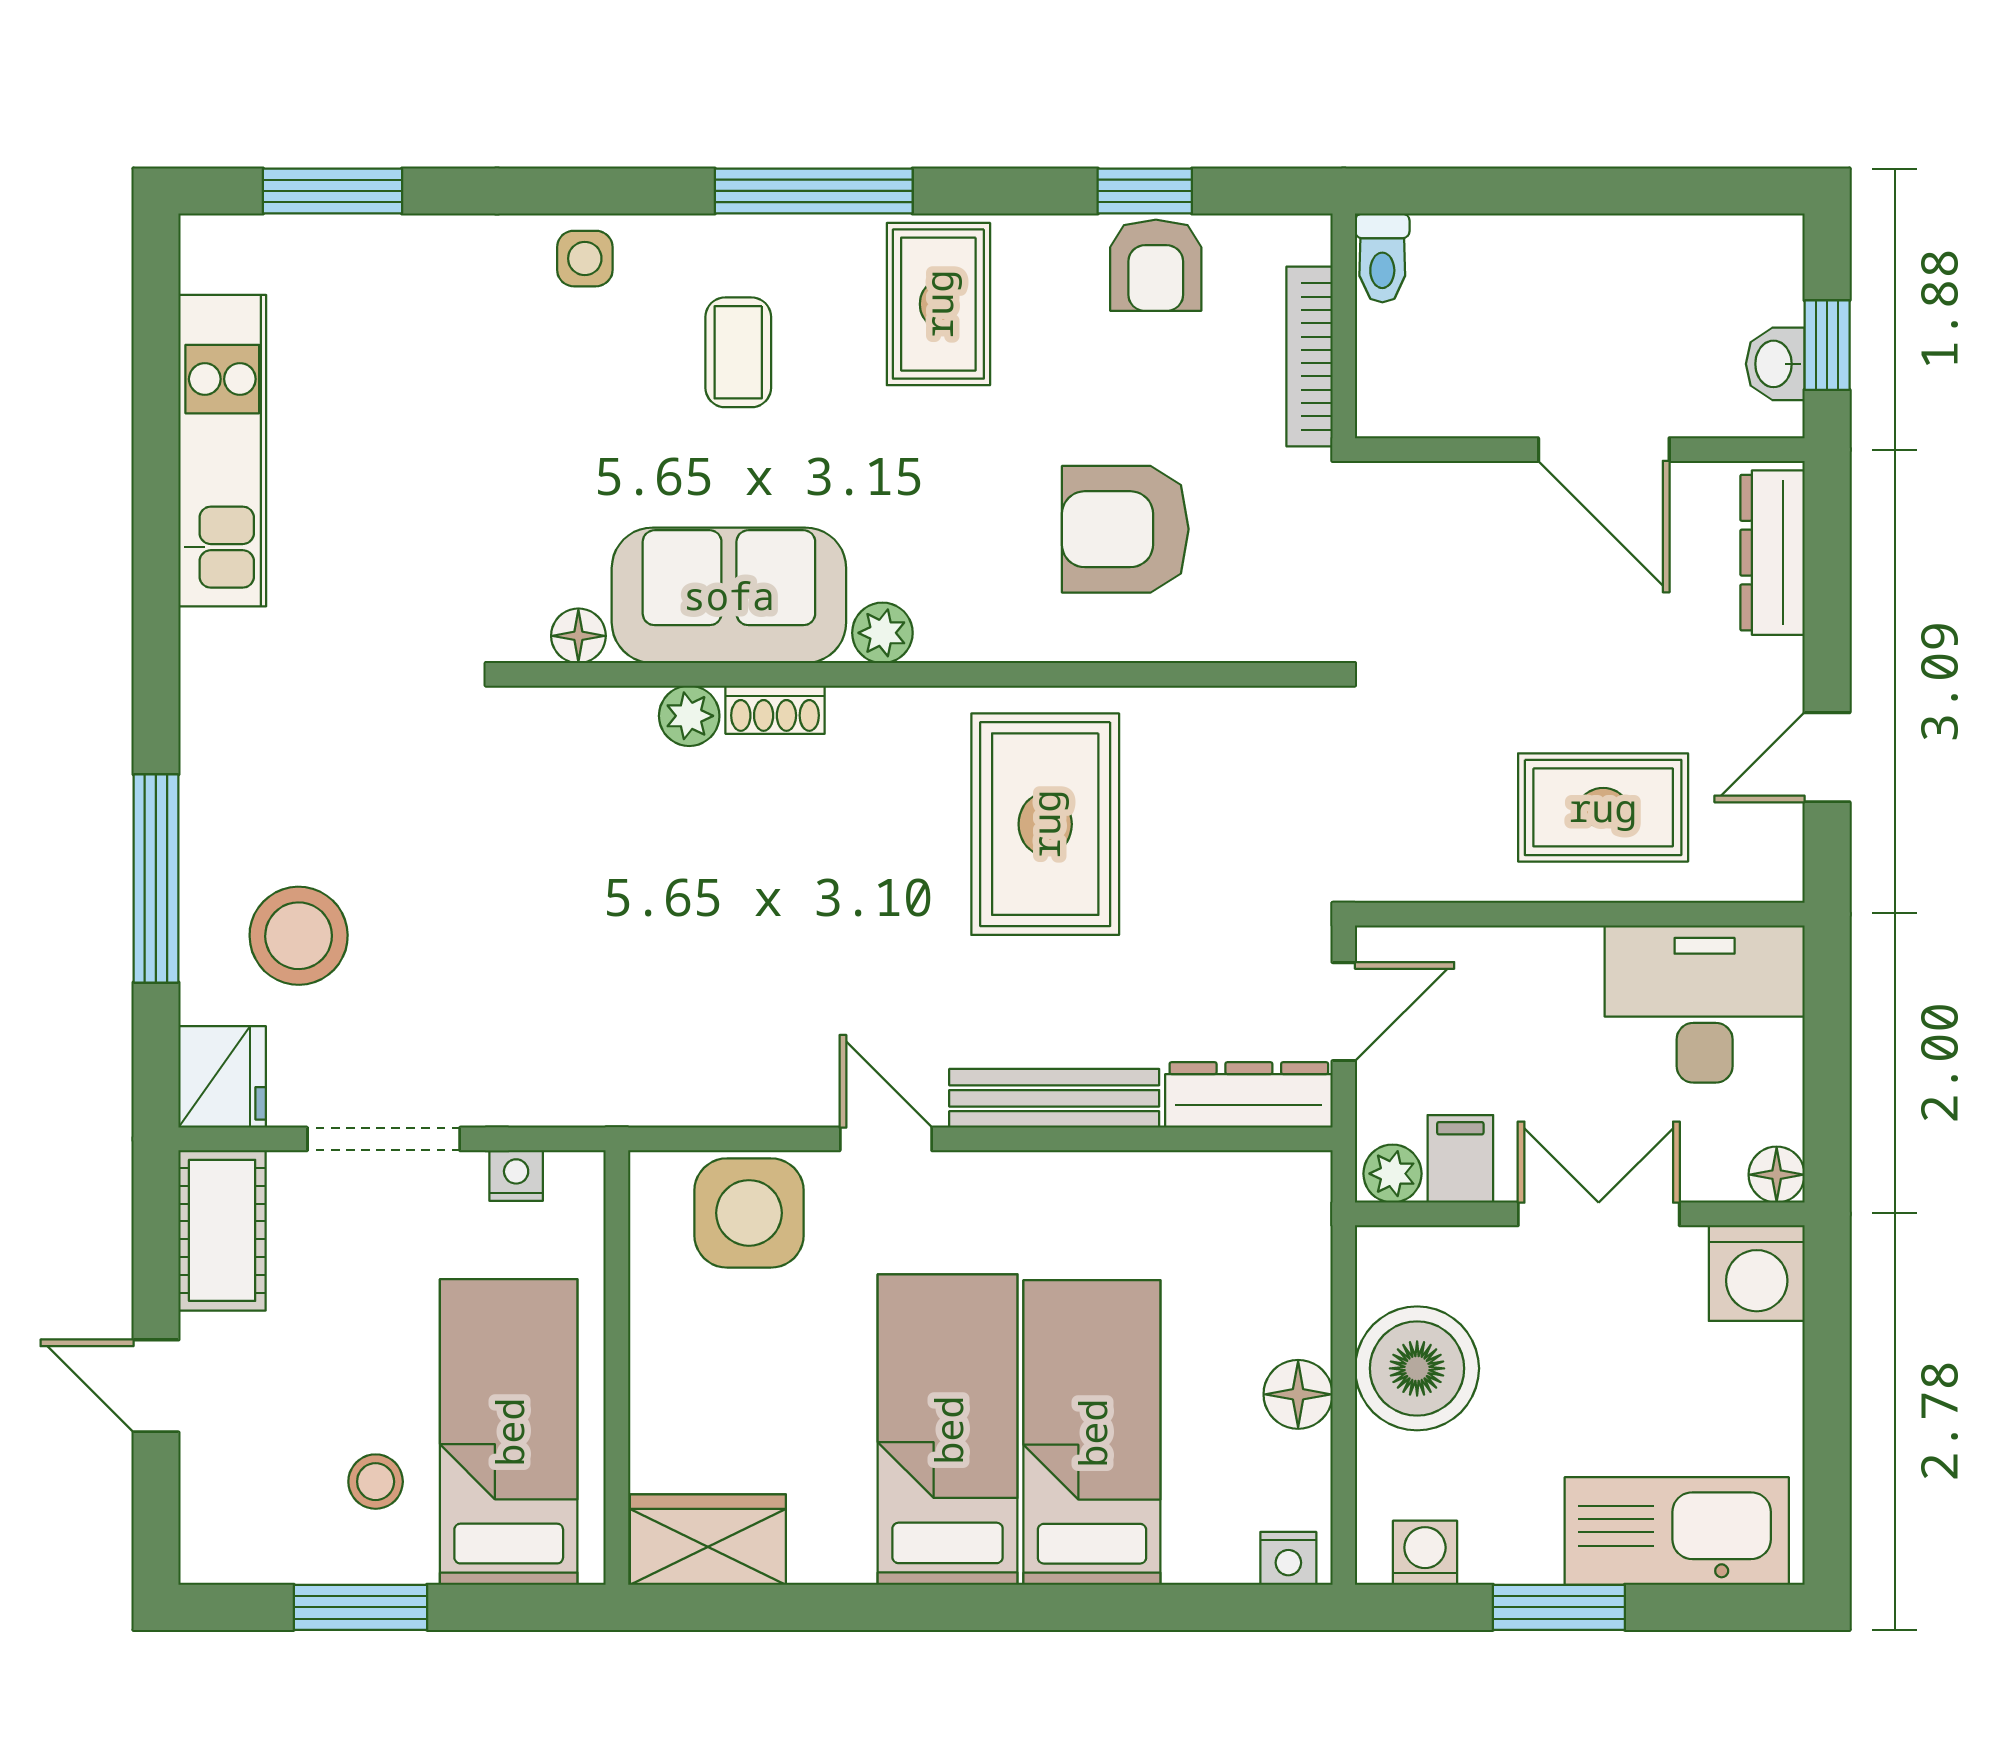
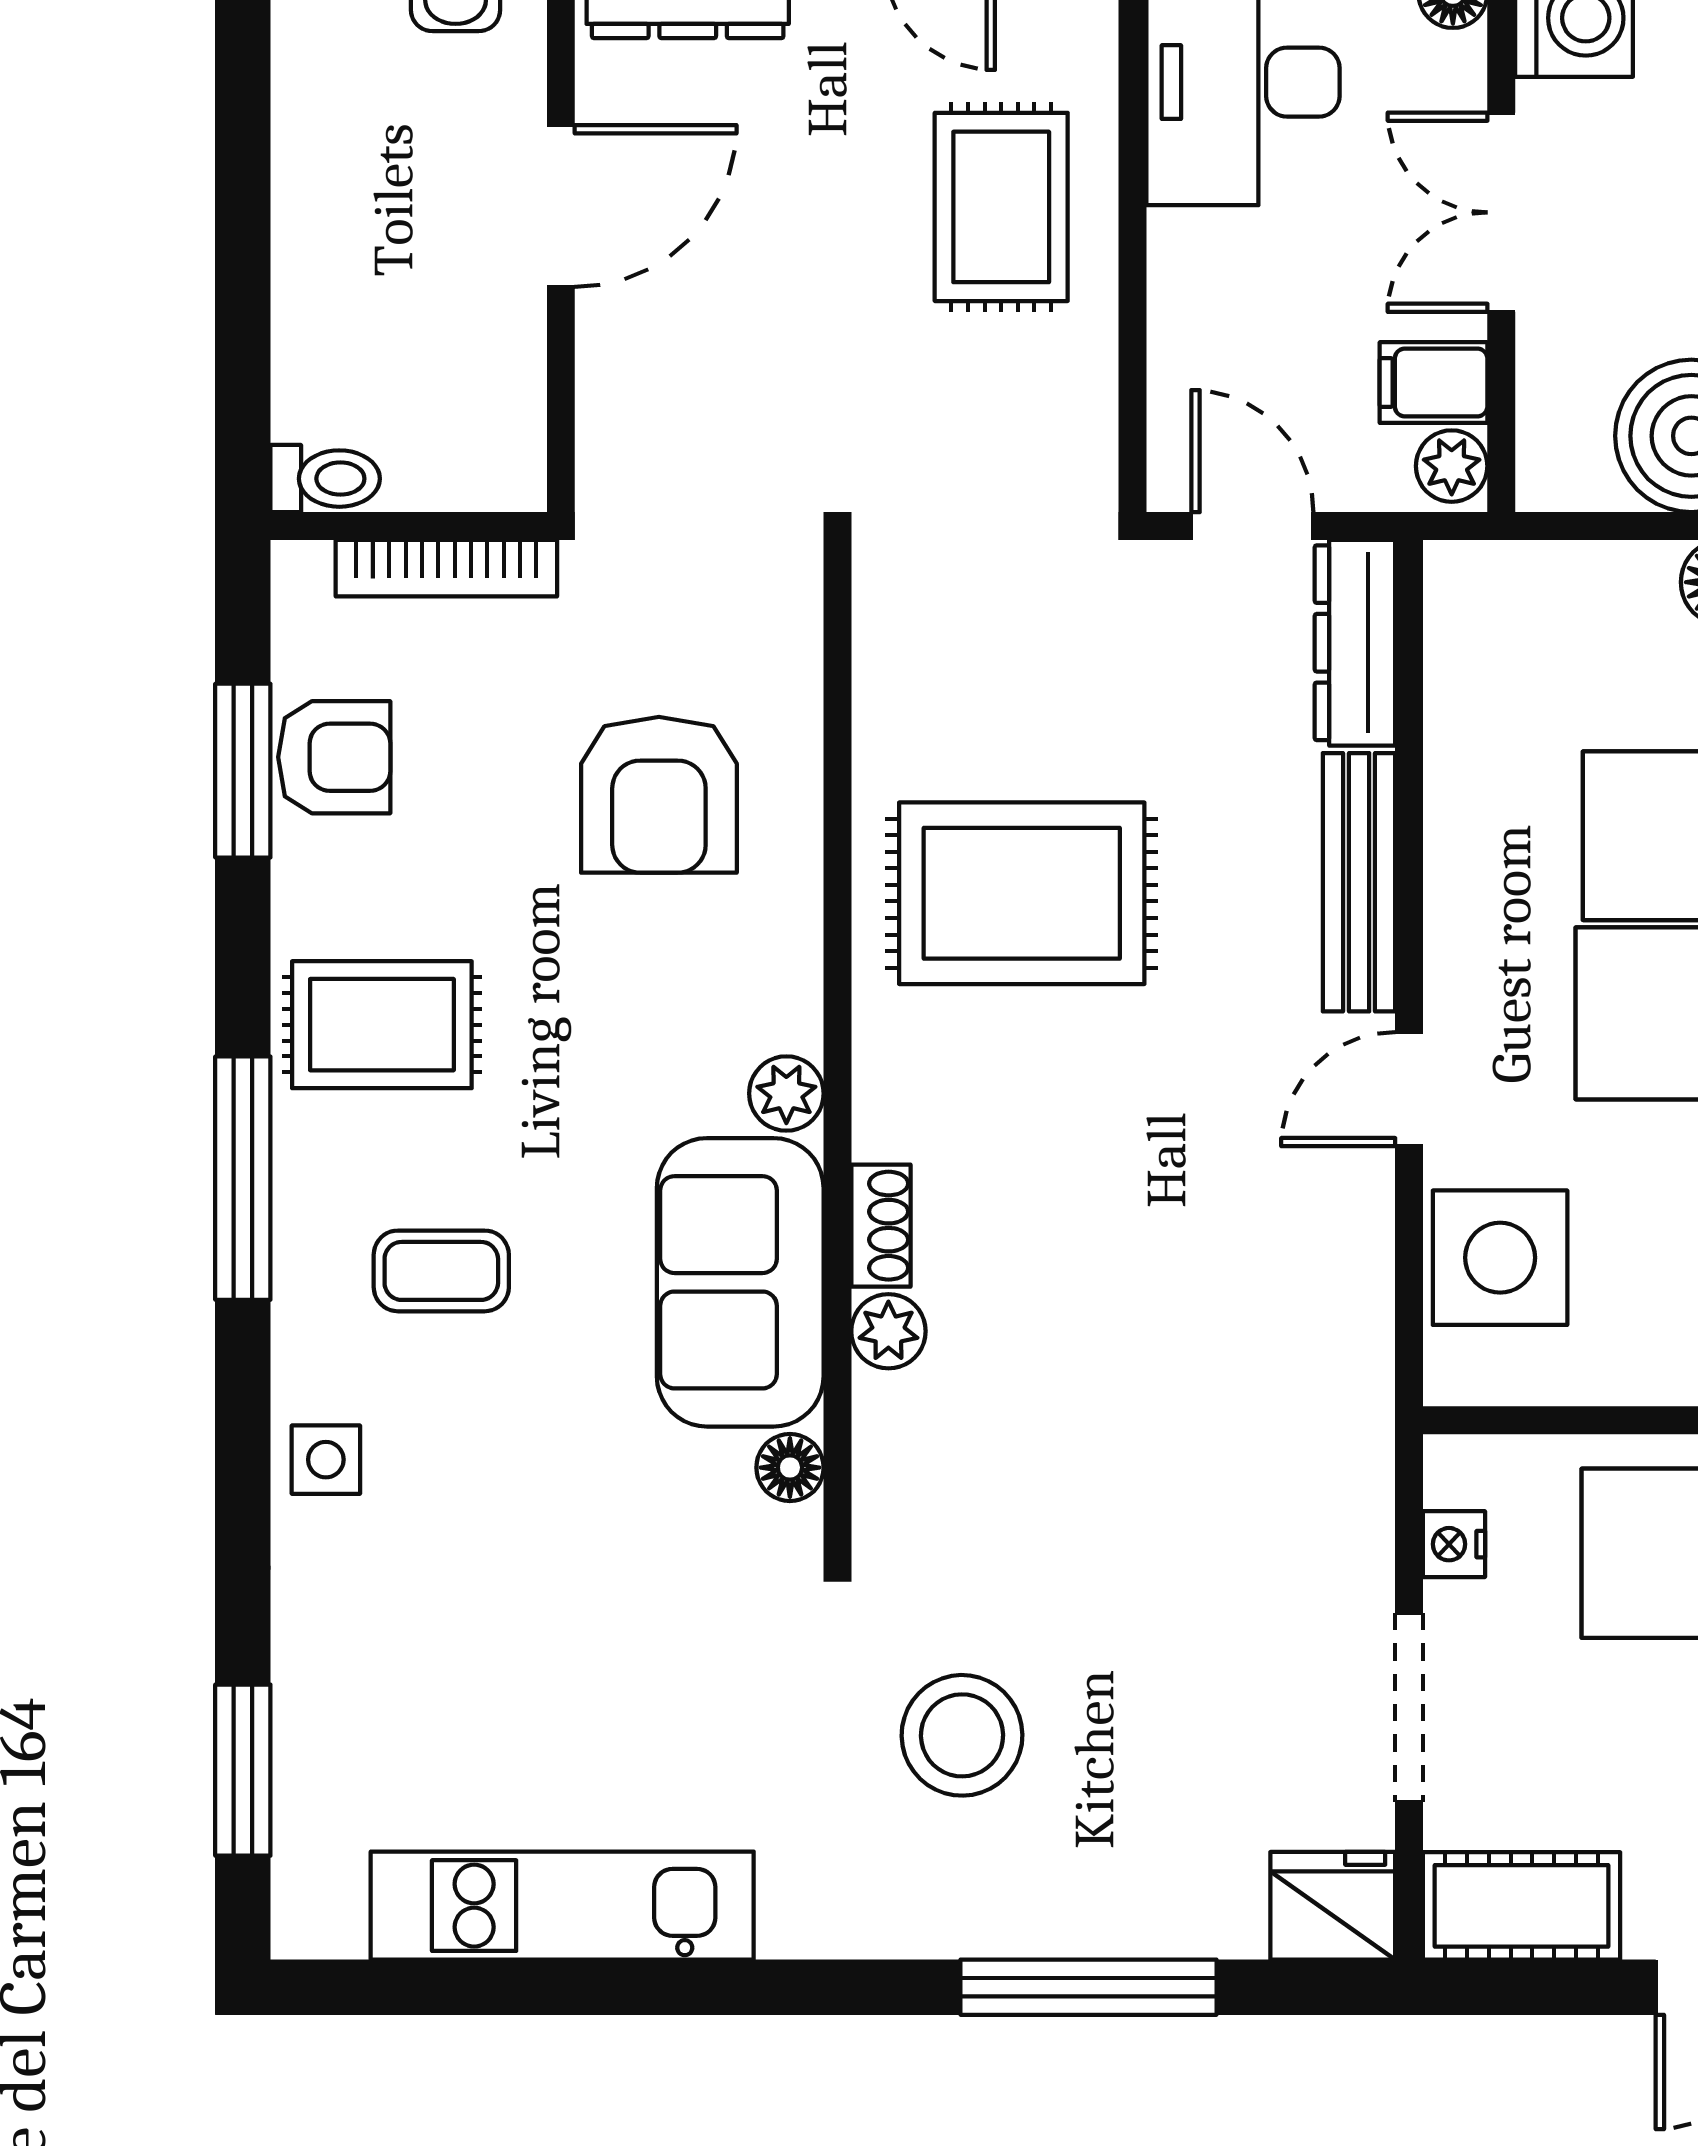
window: (1145, 191) -> (243, 771), width x1.50
stool: (299, 936) -> (962, 1735), moved

